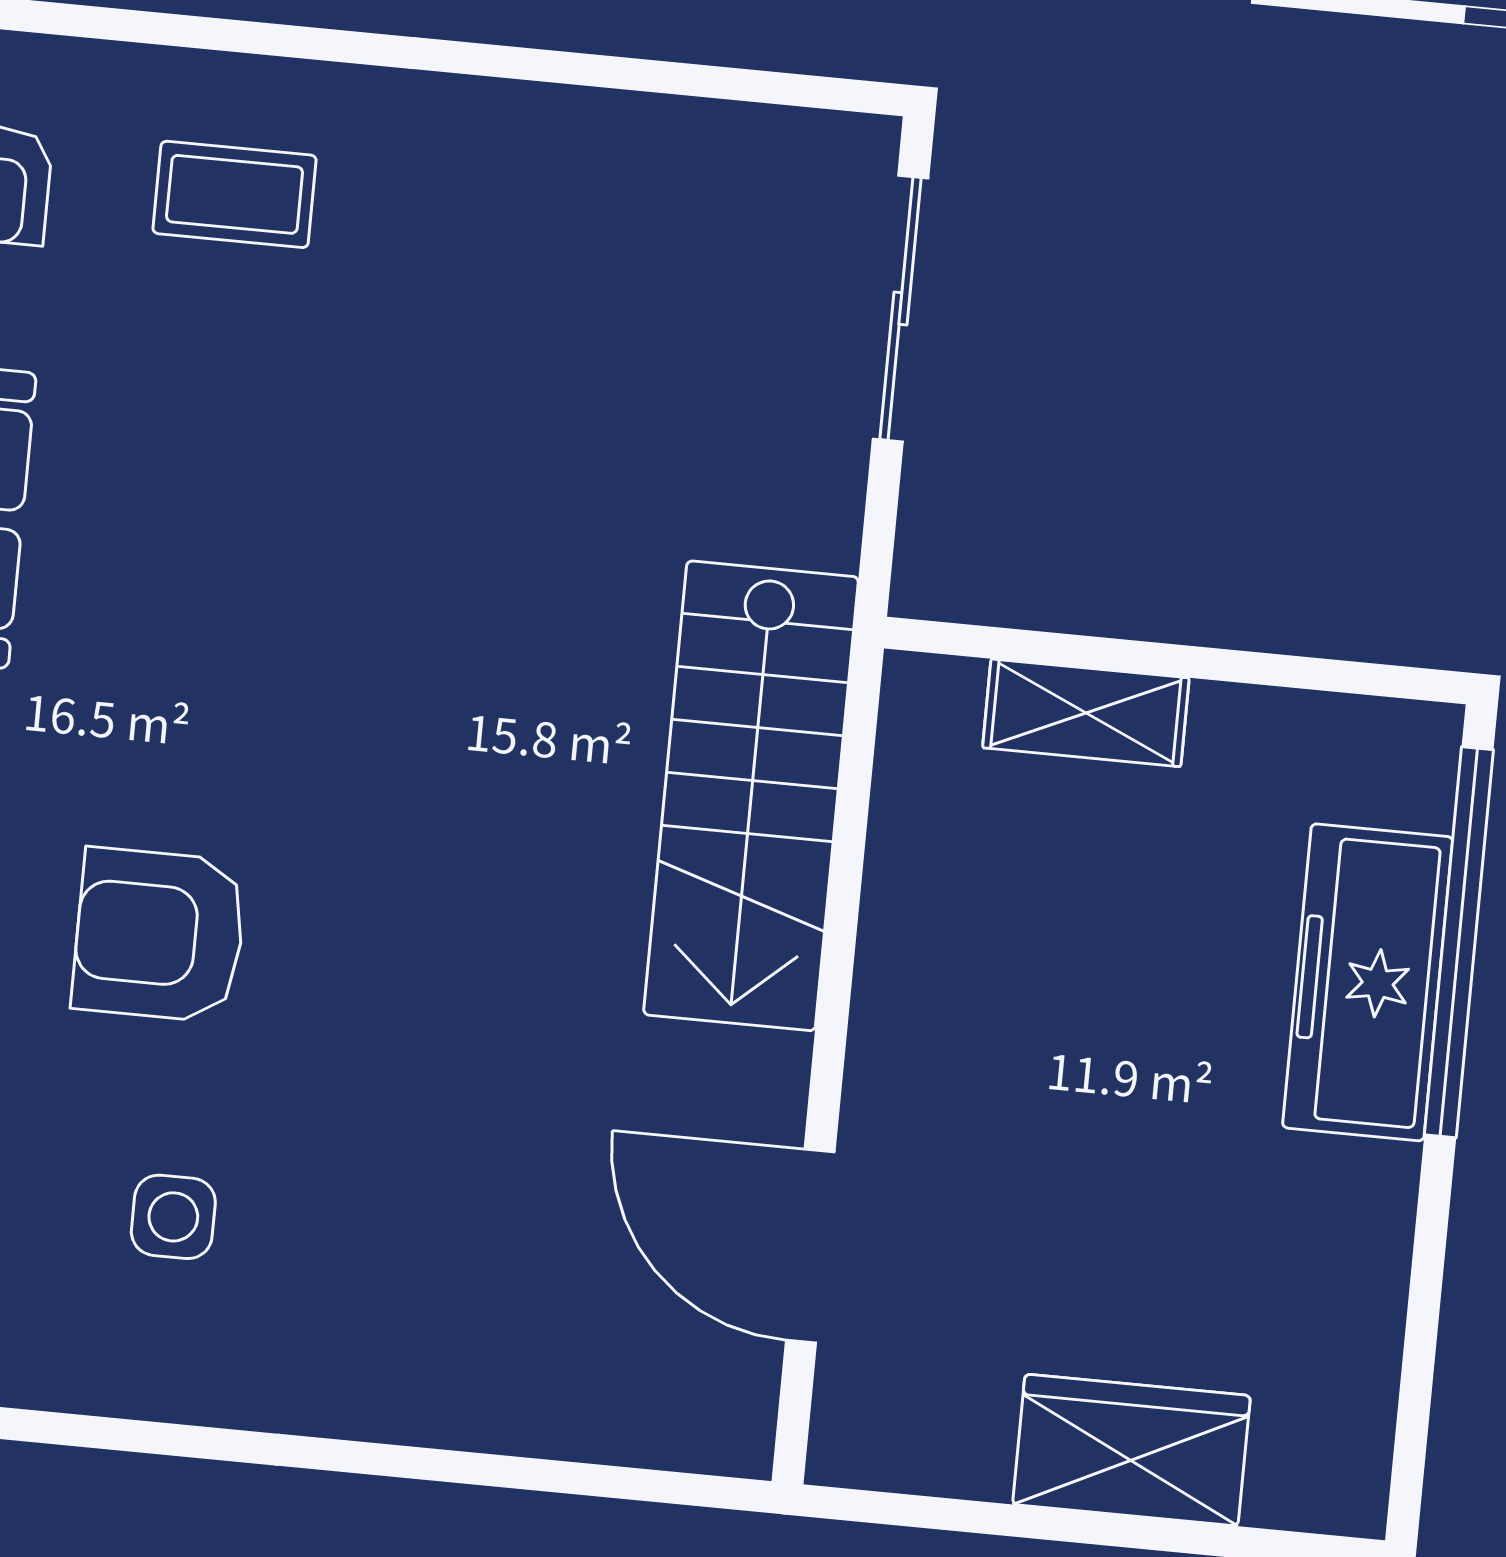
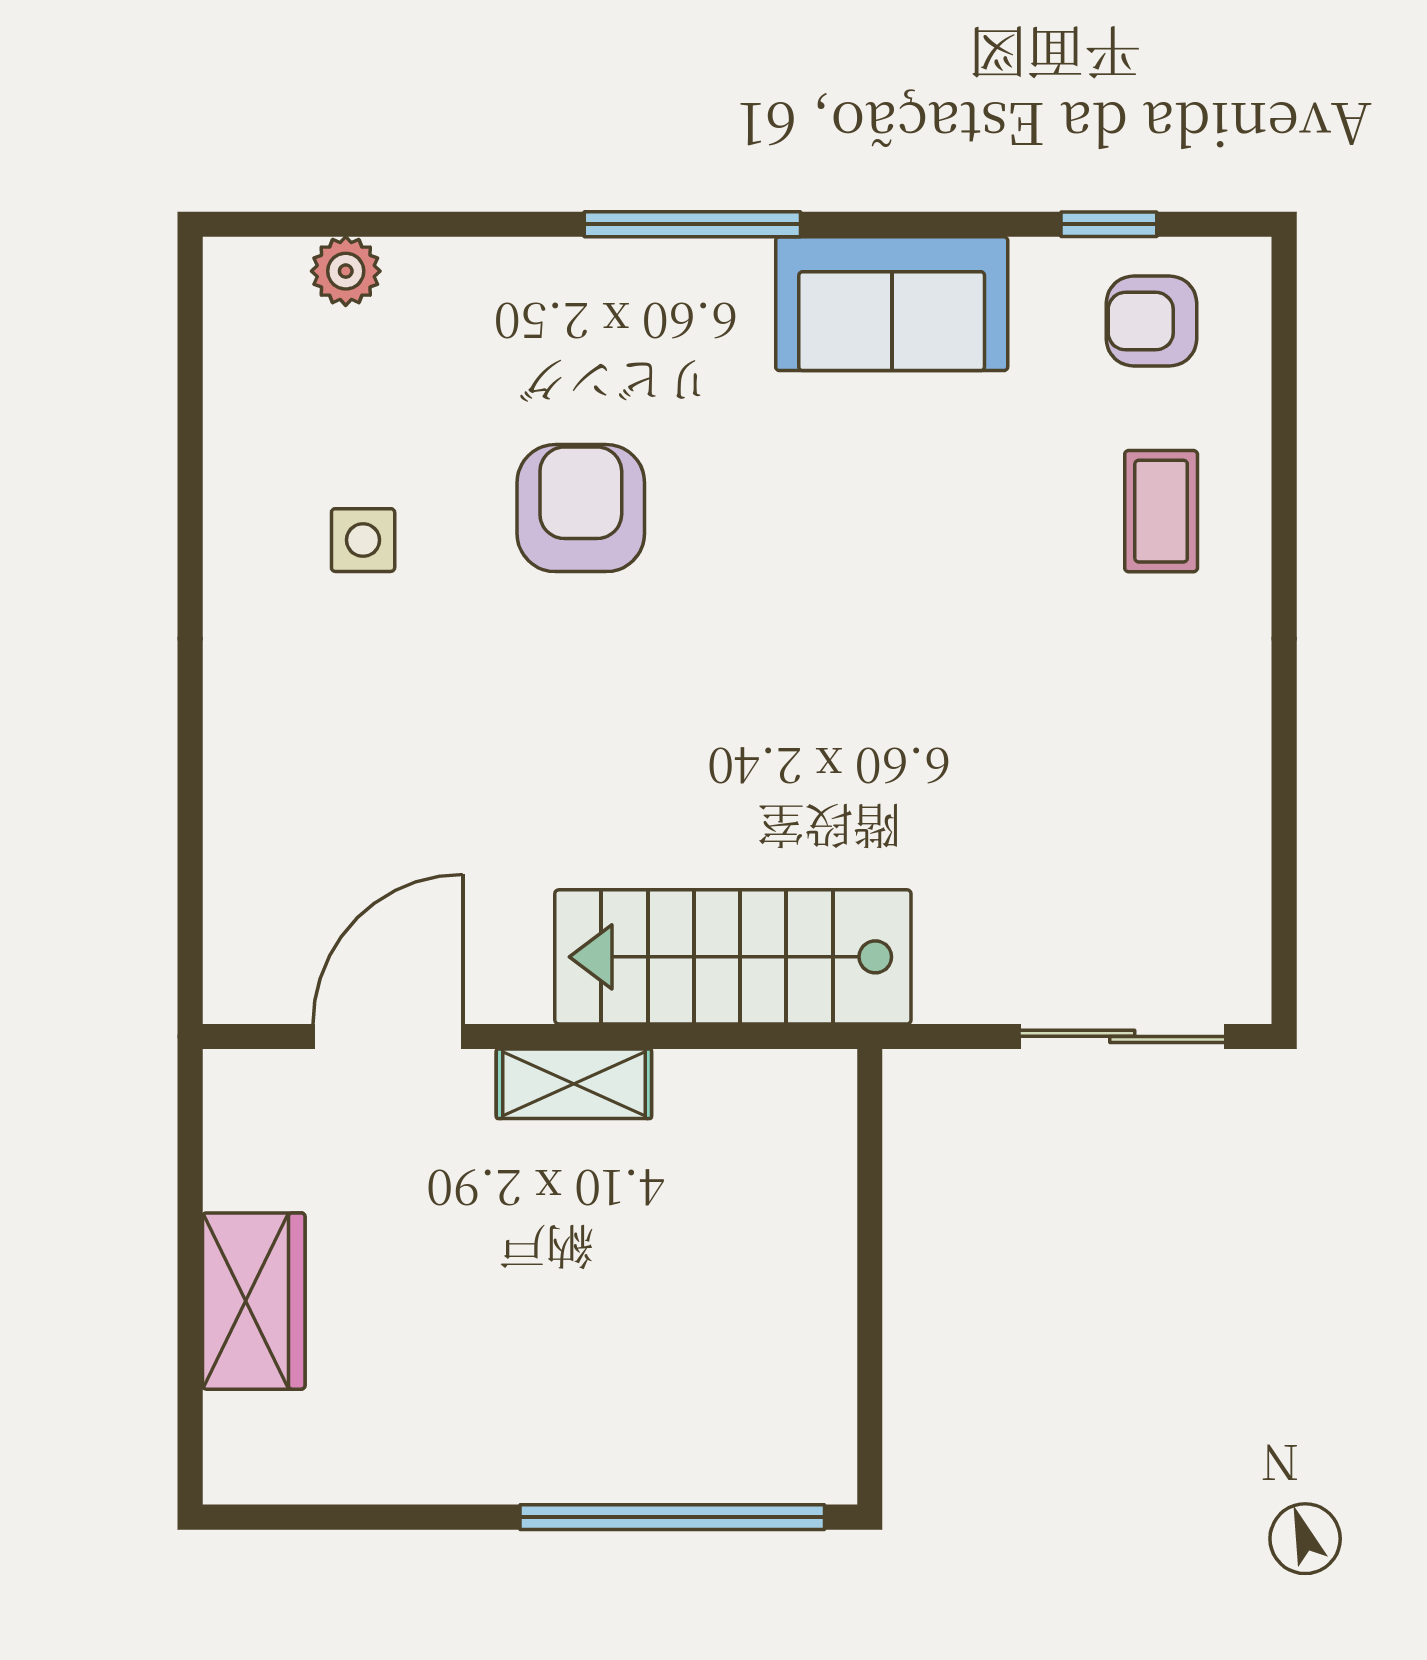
shelving: (1086, 713) -> (574, 1084), moved, turned 90
freezer: (1368, 982) -> (634, 1449), removed

